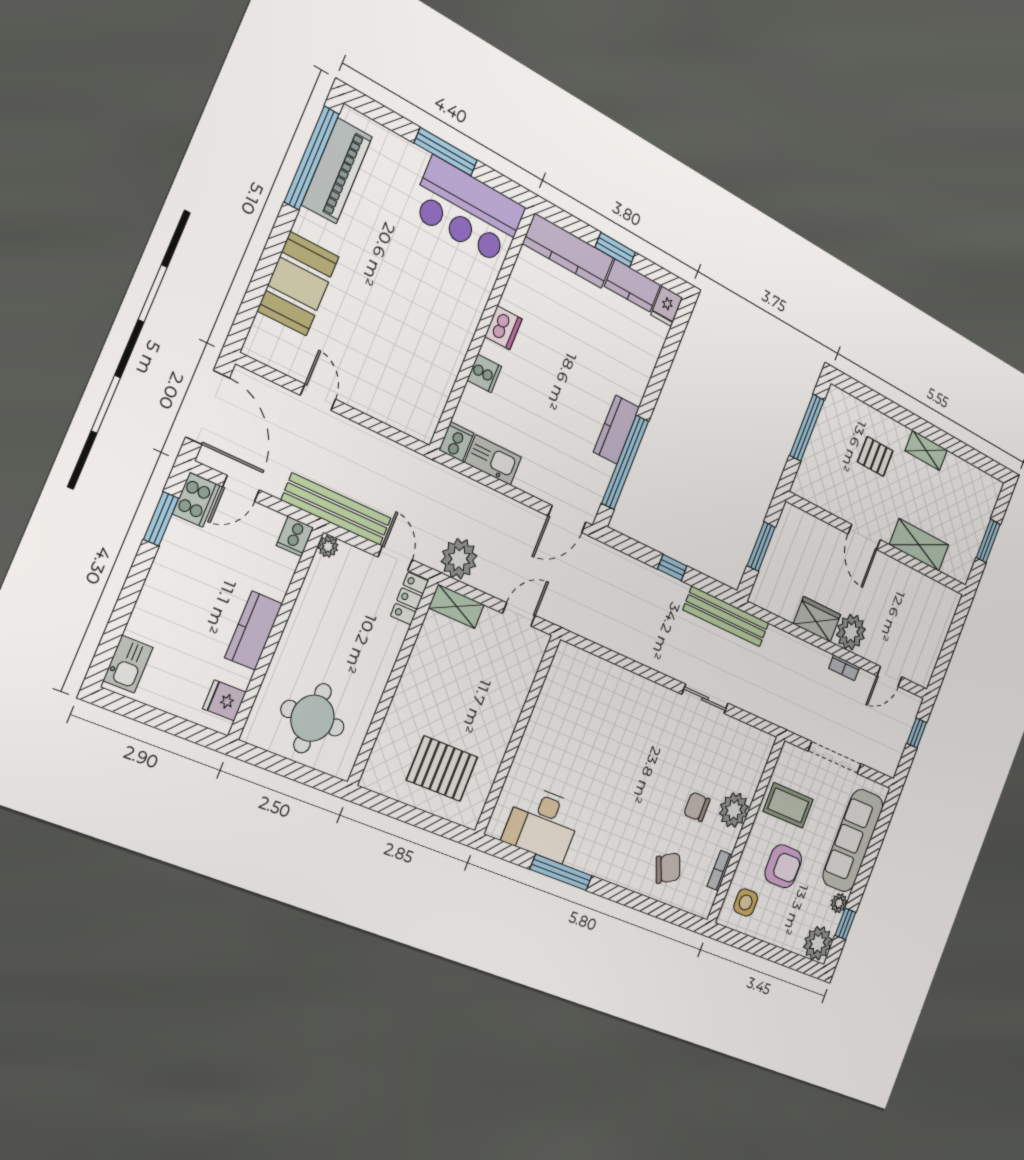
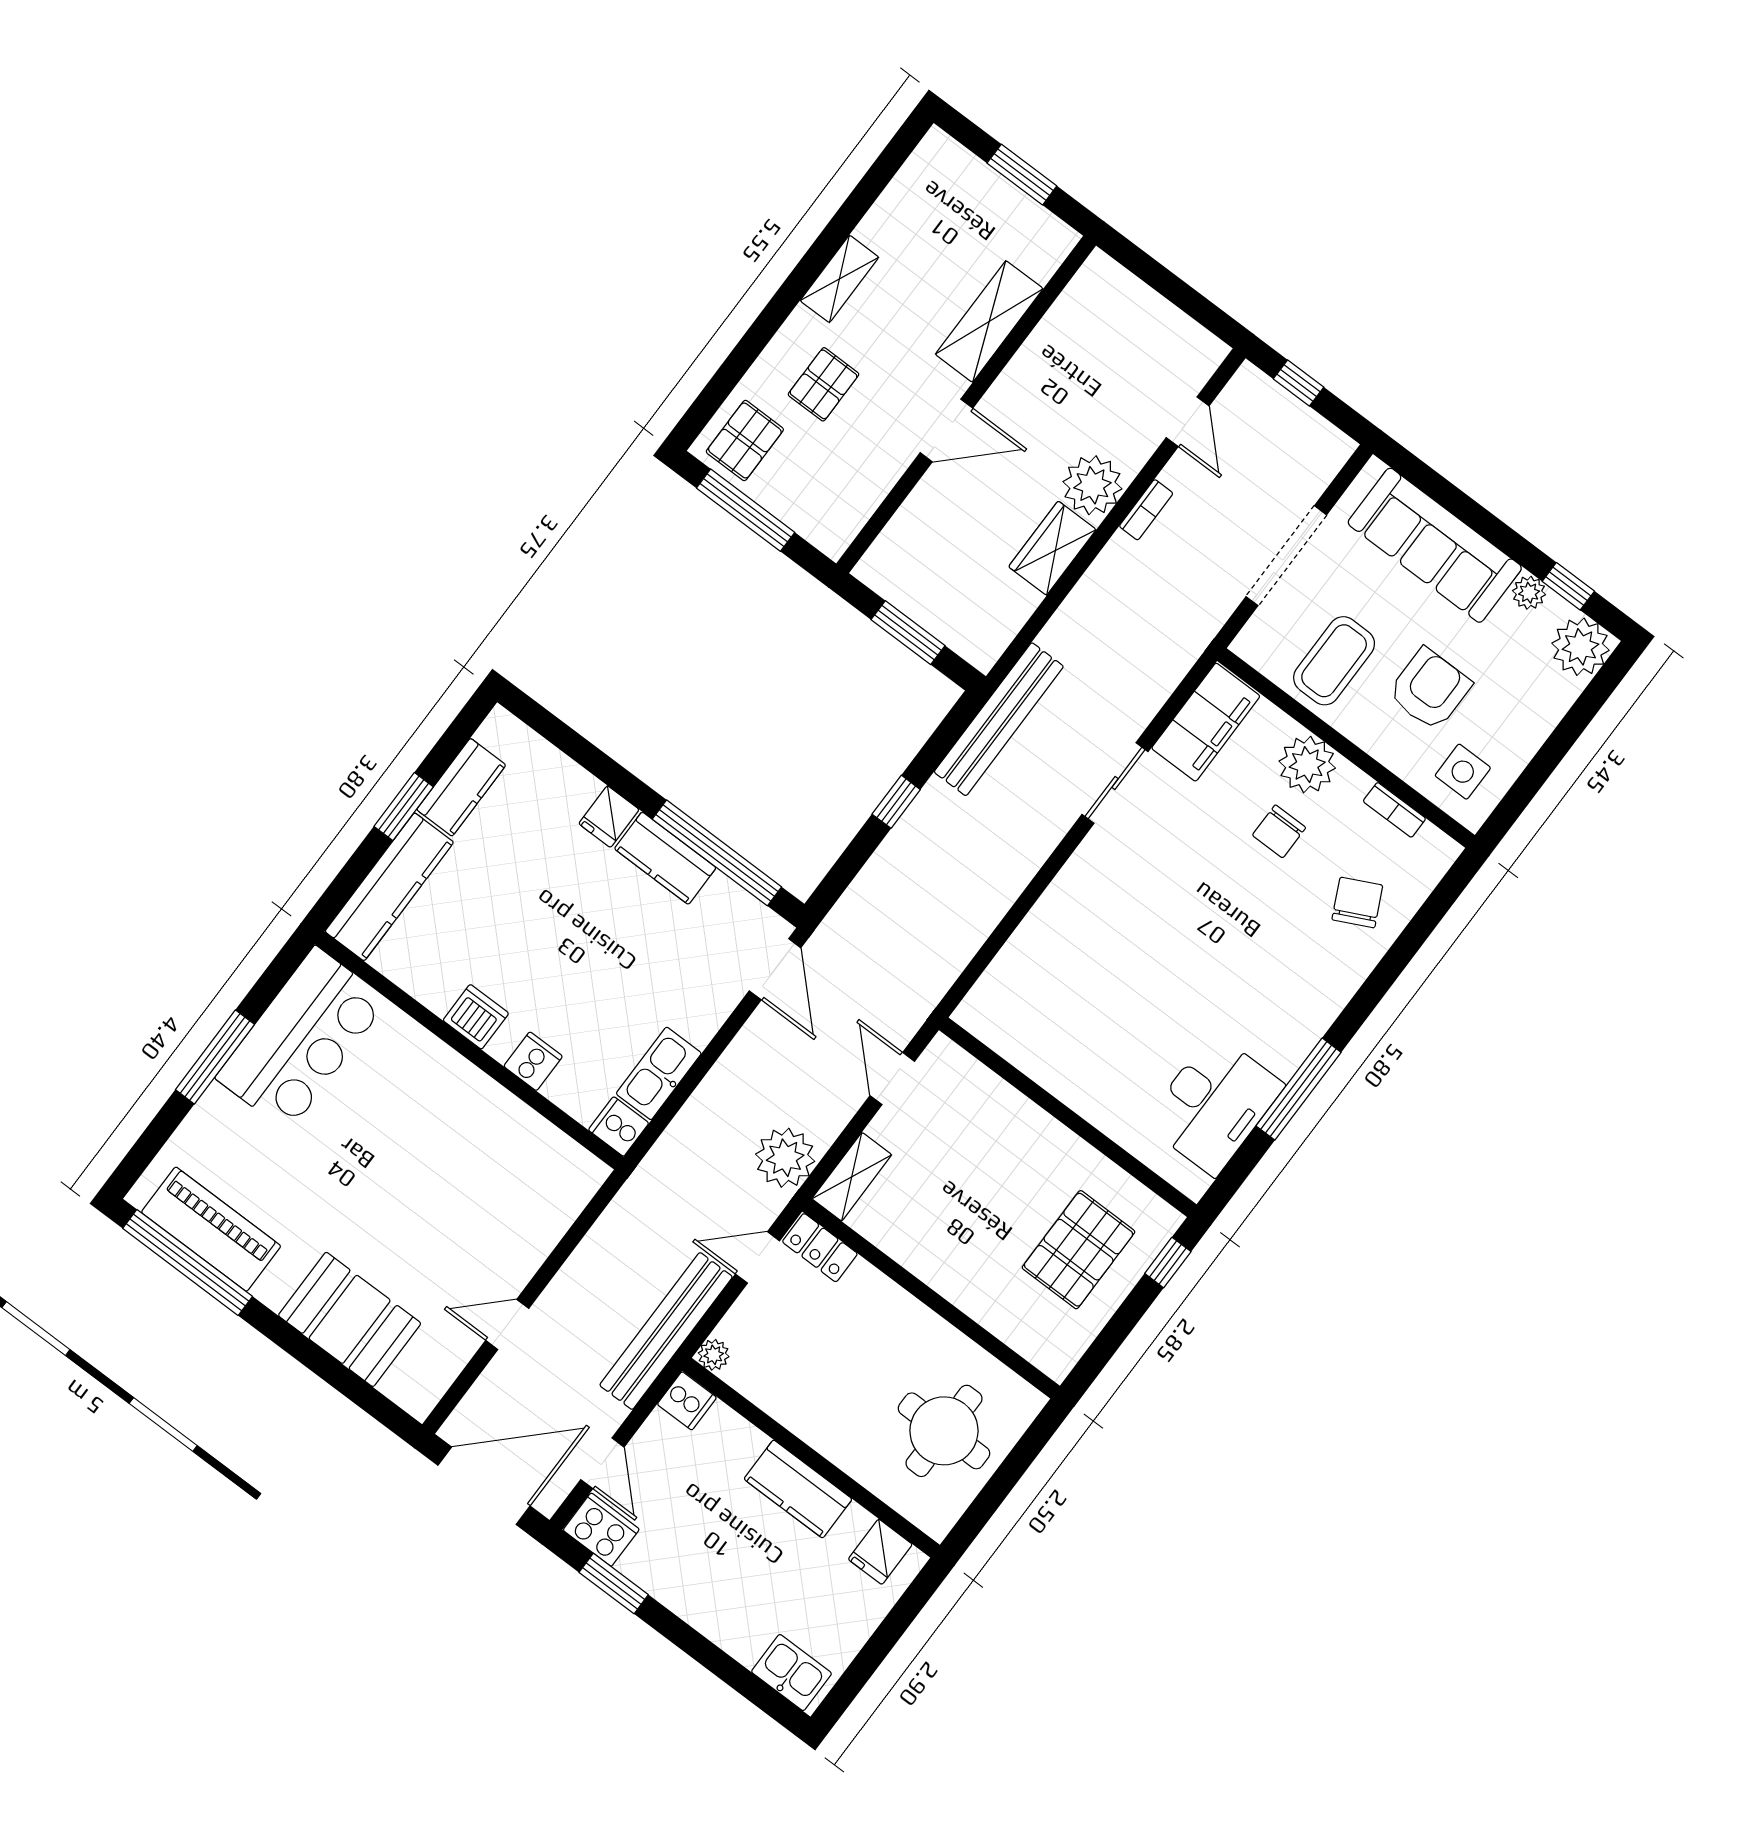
fridge: (666, 306) -> (609, 817), moved, turned 90
pallet: (841, 417) -> (745, 441), added
filing cabinet: (745, 742) -> (1206, 722), added
window: (446, 829) -> (1168, 1263), added

